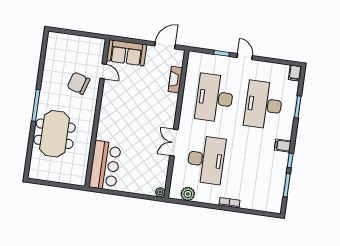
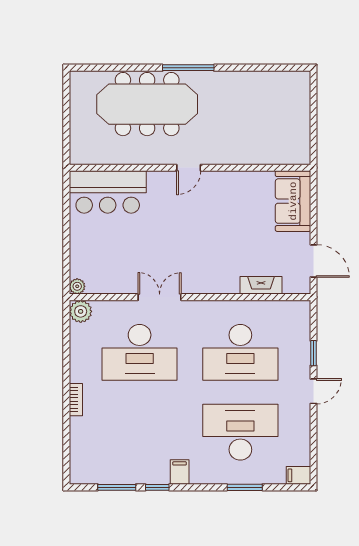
door: (103, 71) -> (189, 168), moved
chair: (78, 83) -> (233, 131), removed
desk: (215, 98) -> (240, 352), turned 180
meeting table: (55, 134) -> (147, 104), width x1.36
plant: (188, 194) -> (81, 311), moved

